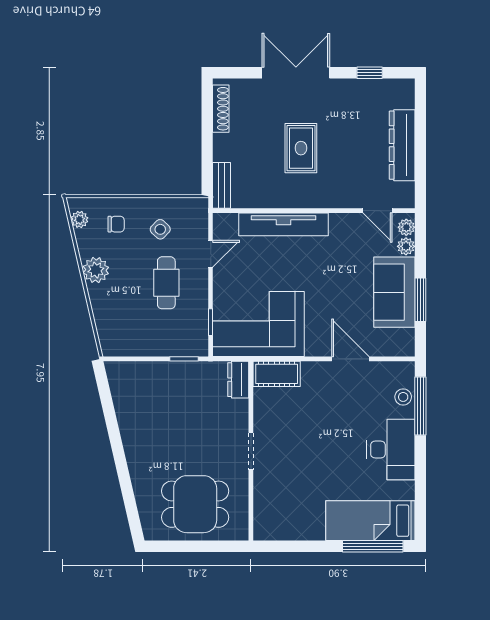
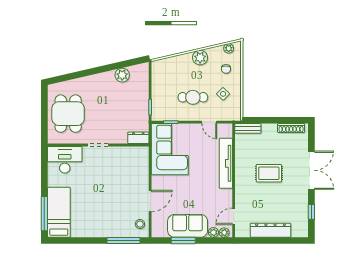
cot: (277, 374) -> (142, 160), removed
stool: (403, 397) -> (140, 224), moved
plant: (127, 408) -> (122, 75), added
desk: (391, 450) -> (65, 160), moved, turned 180

